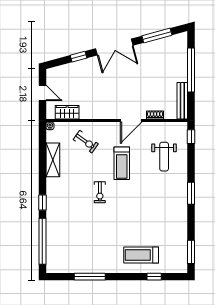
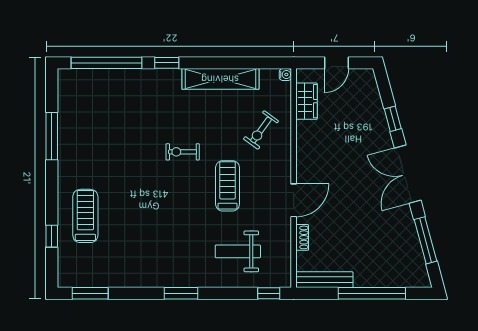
door: (131, 121) -> (294, 200), swing flipped
shelving: (53, 160) -> (220, 79), width x1.47
treadmill: (122, 163) -> (228, 186), turned 90

